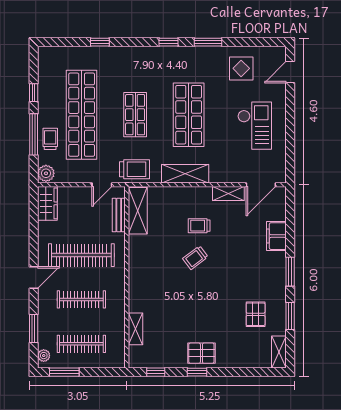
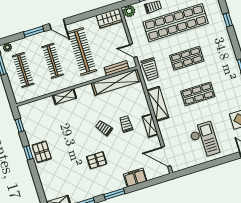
shop shelf: (189, 115) -> (198, 94), width x0.70, depth x0.74
checkout: (255, 126) -> (204, 140), turned -90
shelving: (228, 193) -> (150, 125), moved
shelving: (138, 211) -> (116, 82), width x1.47
pallet: (256, 314) -> (97, 160), moved
window: (34, 329) -> (34, 32), moved
shelving: (136, 329) -> (65, 97), moved

